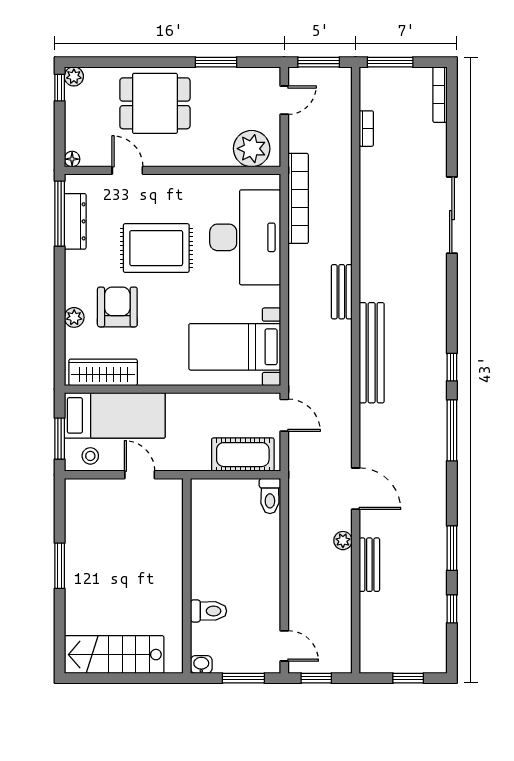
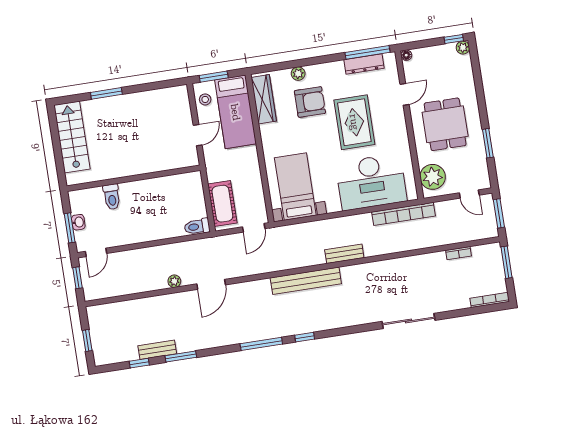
dining table: (155, 103) -> (445, 124), moved
bench: (369, 565) -> (157, 350), moved
window: (60, 566) -> (106, 93), moved
washbasin: (201, 664) -> (78, 222), moved

